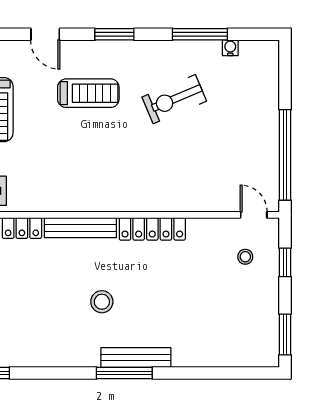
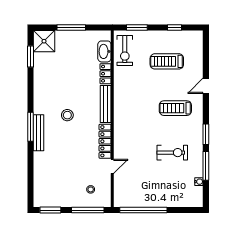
window: (114, 34) -> (206, 134), moved
treadmill: (88, 93) -> (175, 108), turned 90
exercise bike: (174, 99) -> (172, 153), turned 113
door: (254, 215) -> (112, 166), moved
window: (285, 262) -> (88, 210), width x2.17

